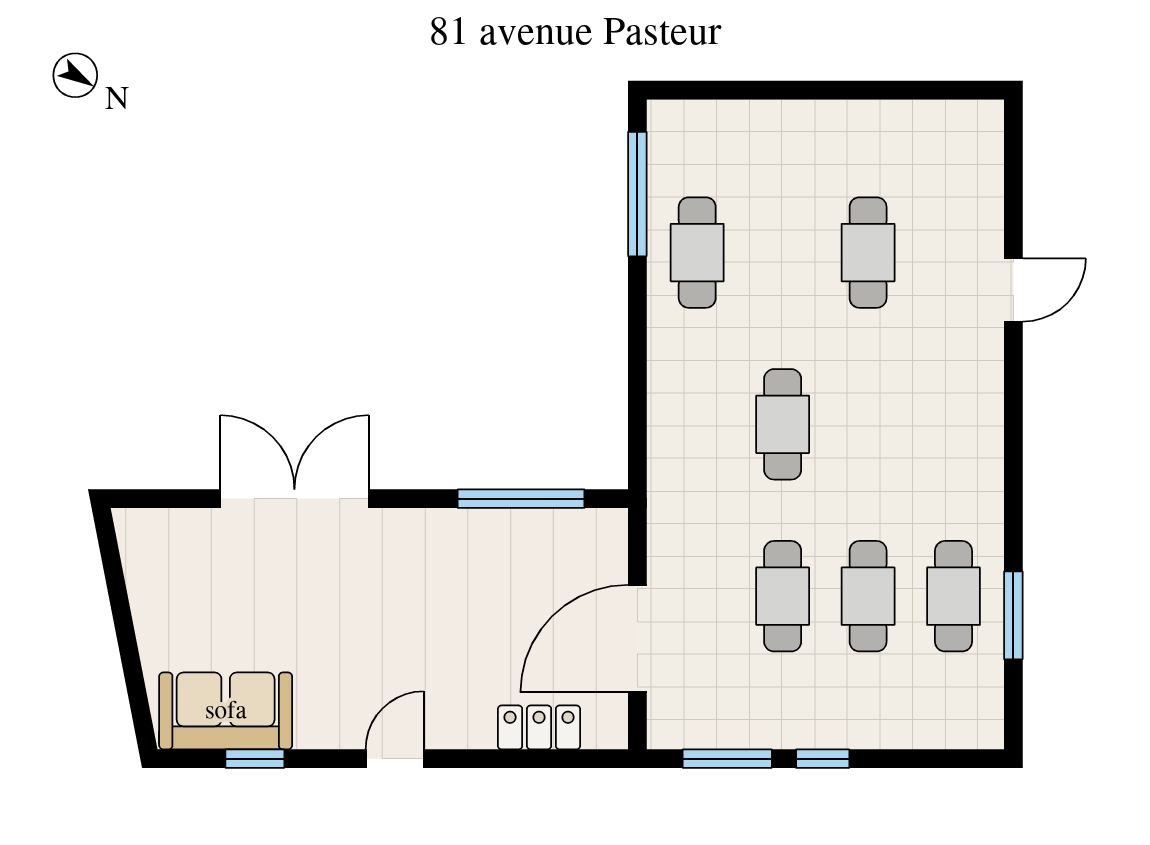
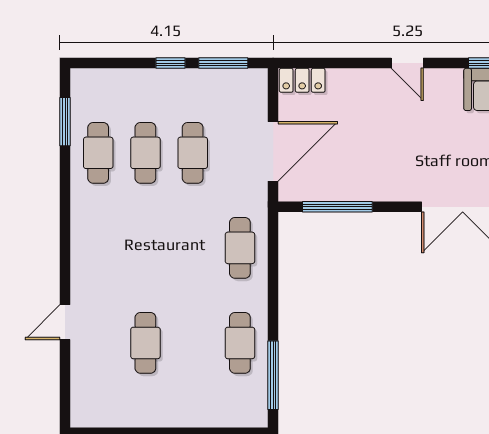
cafe table: (783, 424) -> (240, 248), moved
window: (1013, 615) -> (65, 122), moved
door: (637, 639) -> (273, 151), moved
locker: (539, 727) -> (302, 80), moved
door: (395, 759) -> (407, 63), hinge flipped

